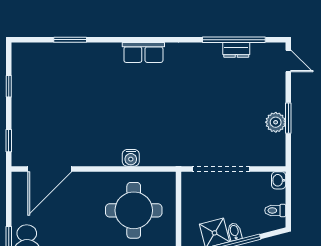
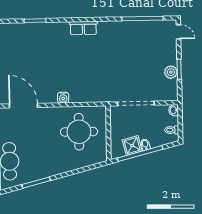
dresser: (236, 50) -> (144, 25), removed
water cooler: (131, 158) -> (63, 98), moved
door: (50, 169) -> (23, 106), swing flipped

